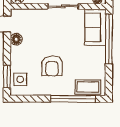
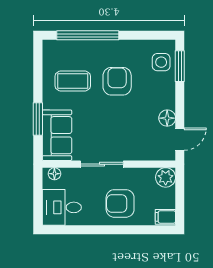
window: (109, 39) -> (38, 119), width x0.47
coffee table: (88, 87) -> (73, 81), moved

